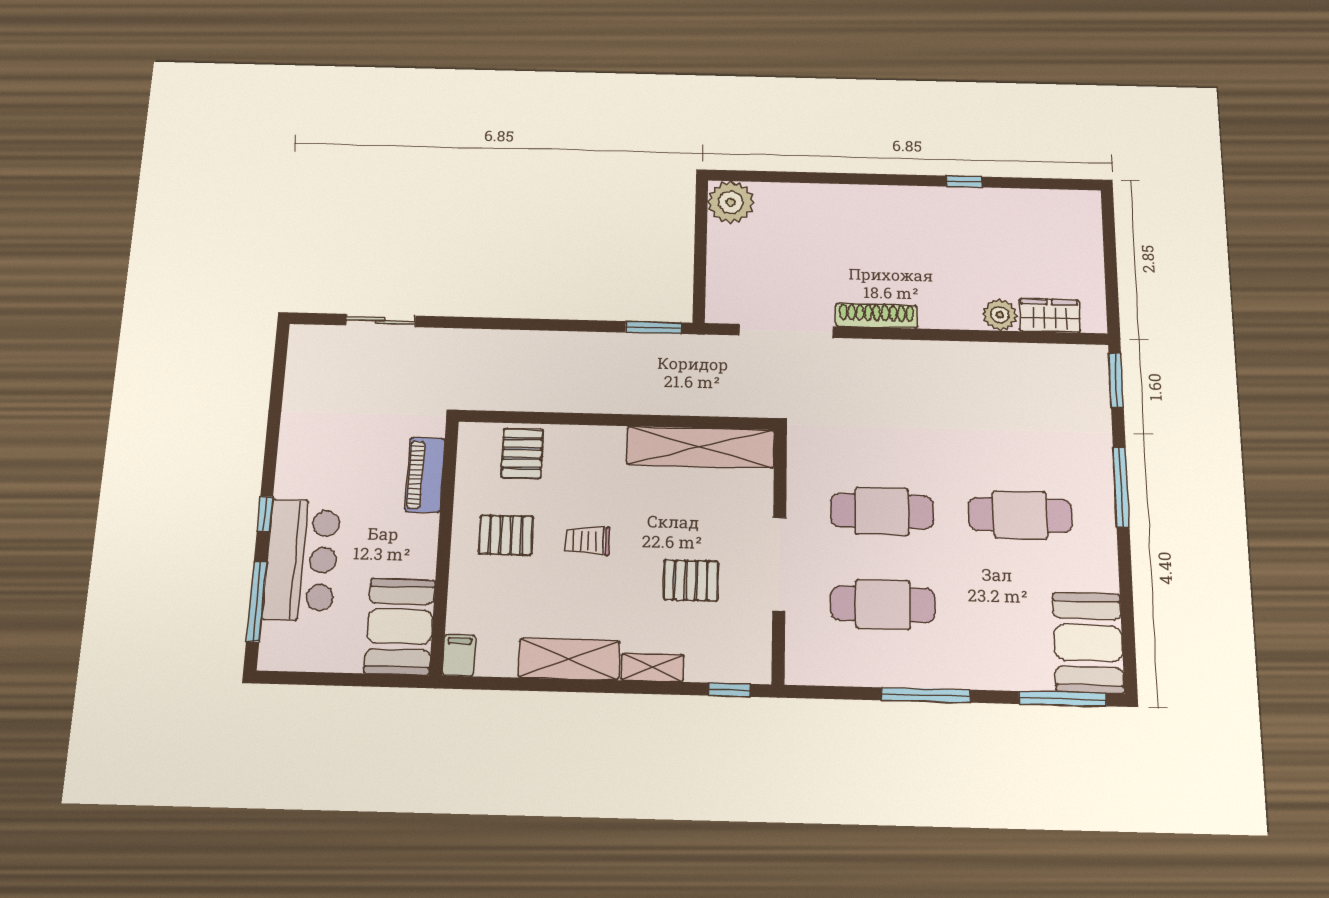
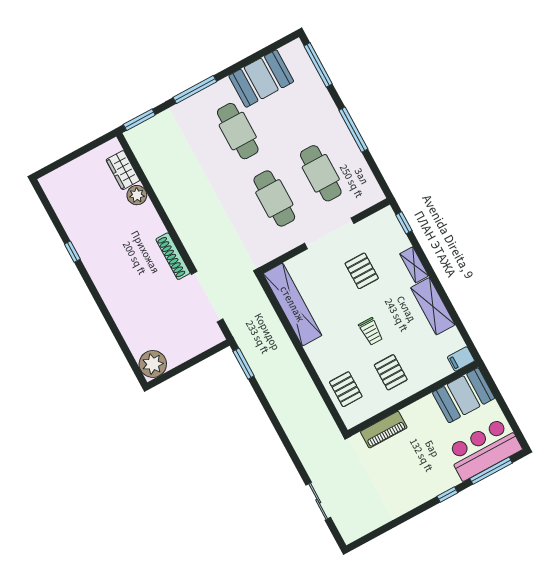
pallet: (522, 453) -> (346, 389), turned 90
bar counter: (302, 560) -> (484, 449), moved
booth: (1088, 643) -> (261, 79), moved

